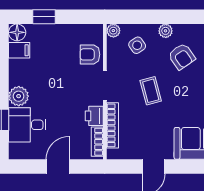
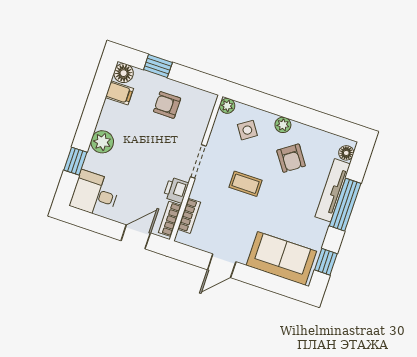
armchair: (90, 54) -> (167, 105), moved
coffee table: (151, 91) -> (246, 184), turned -75
desk: (27, 125) -> (95, 194), moved
bookcase: (112, 125) -> (189, 216), width x0.64
door: (58, 166) -> (136, 237), moved

